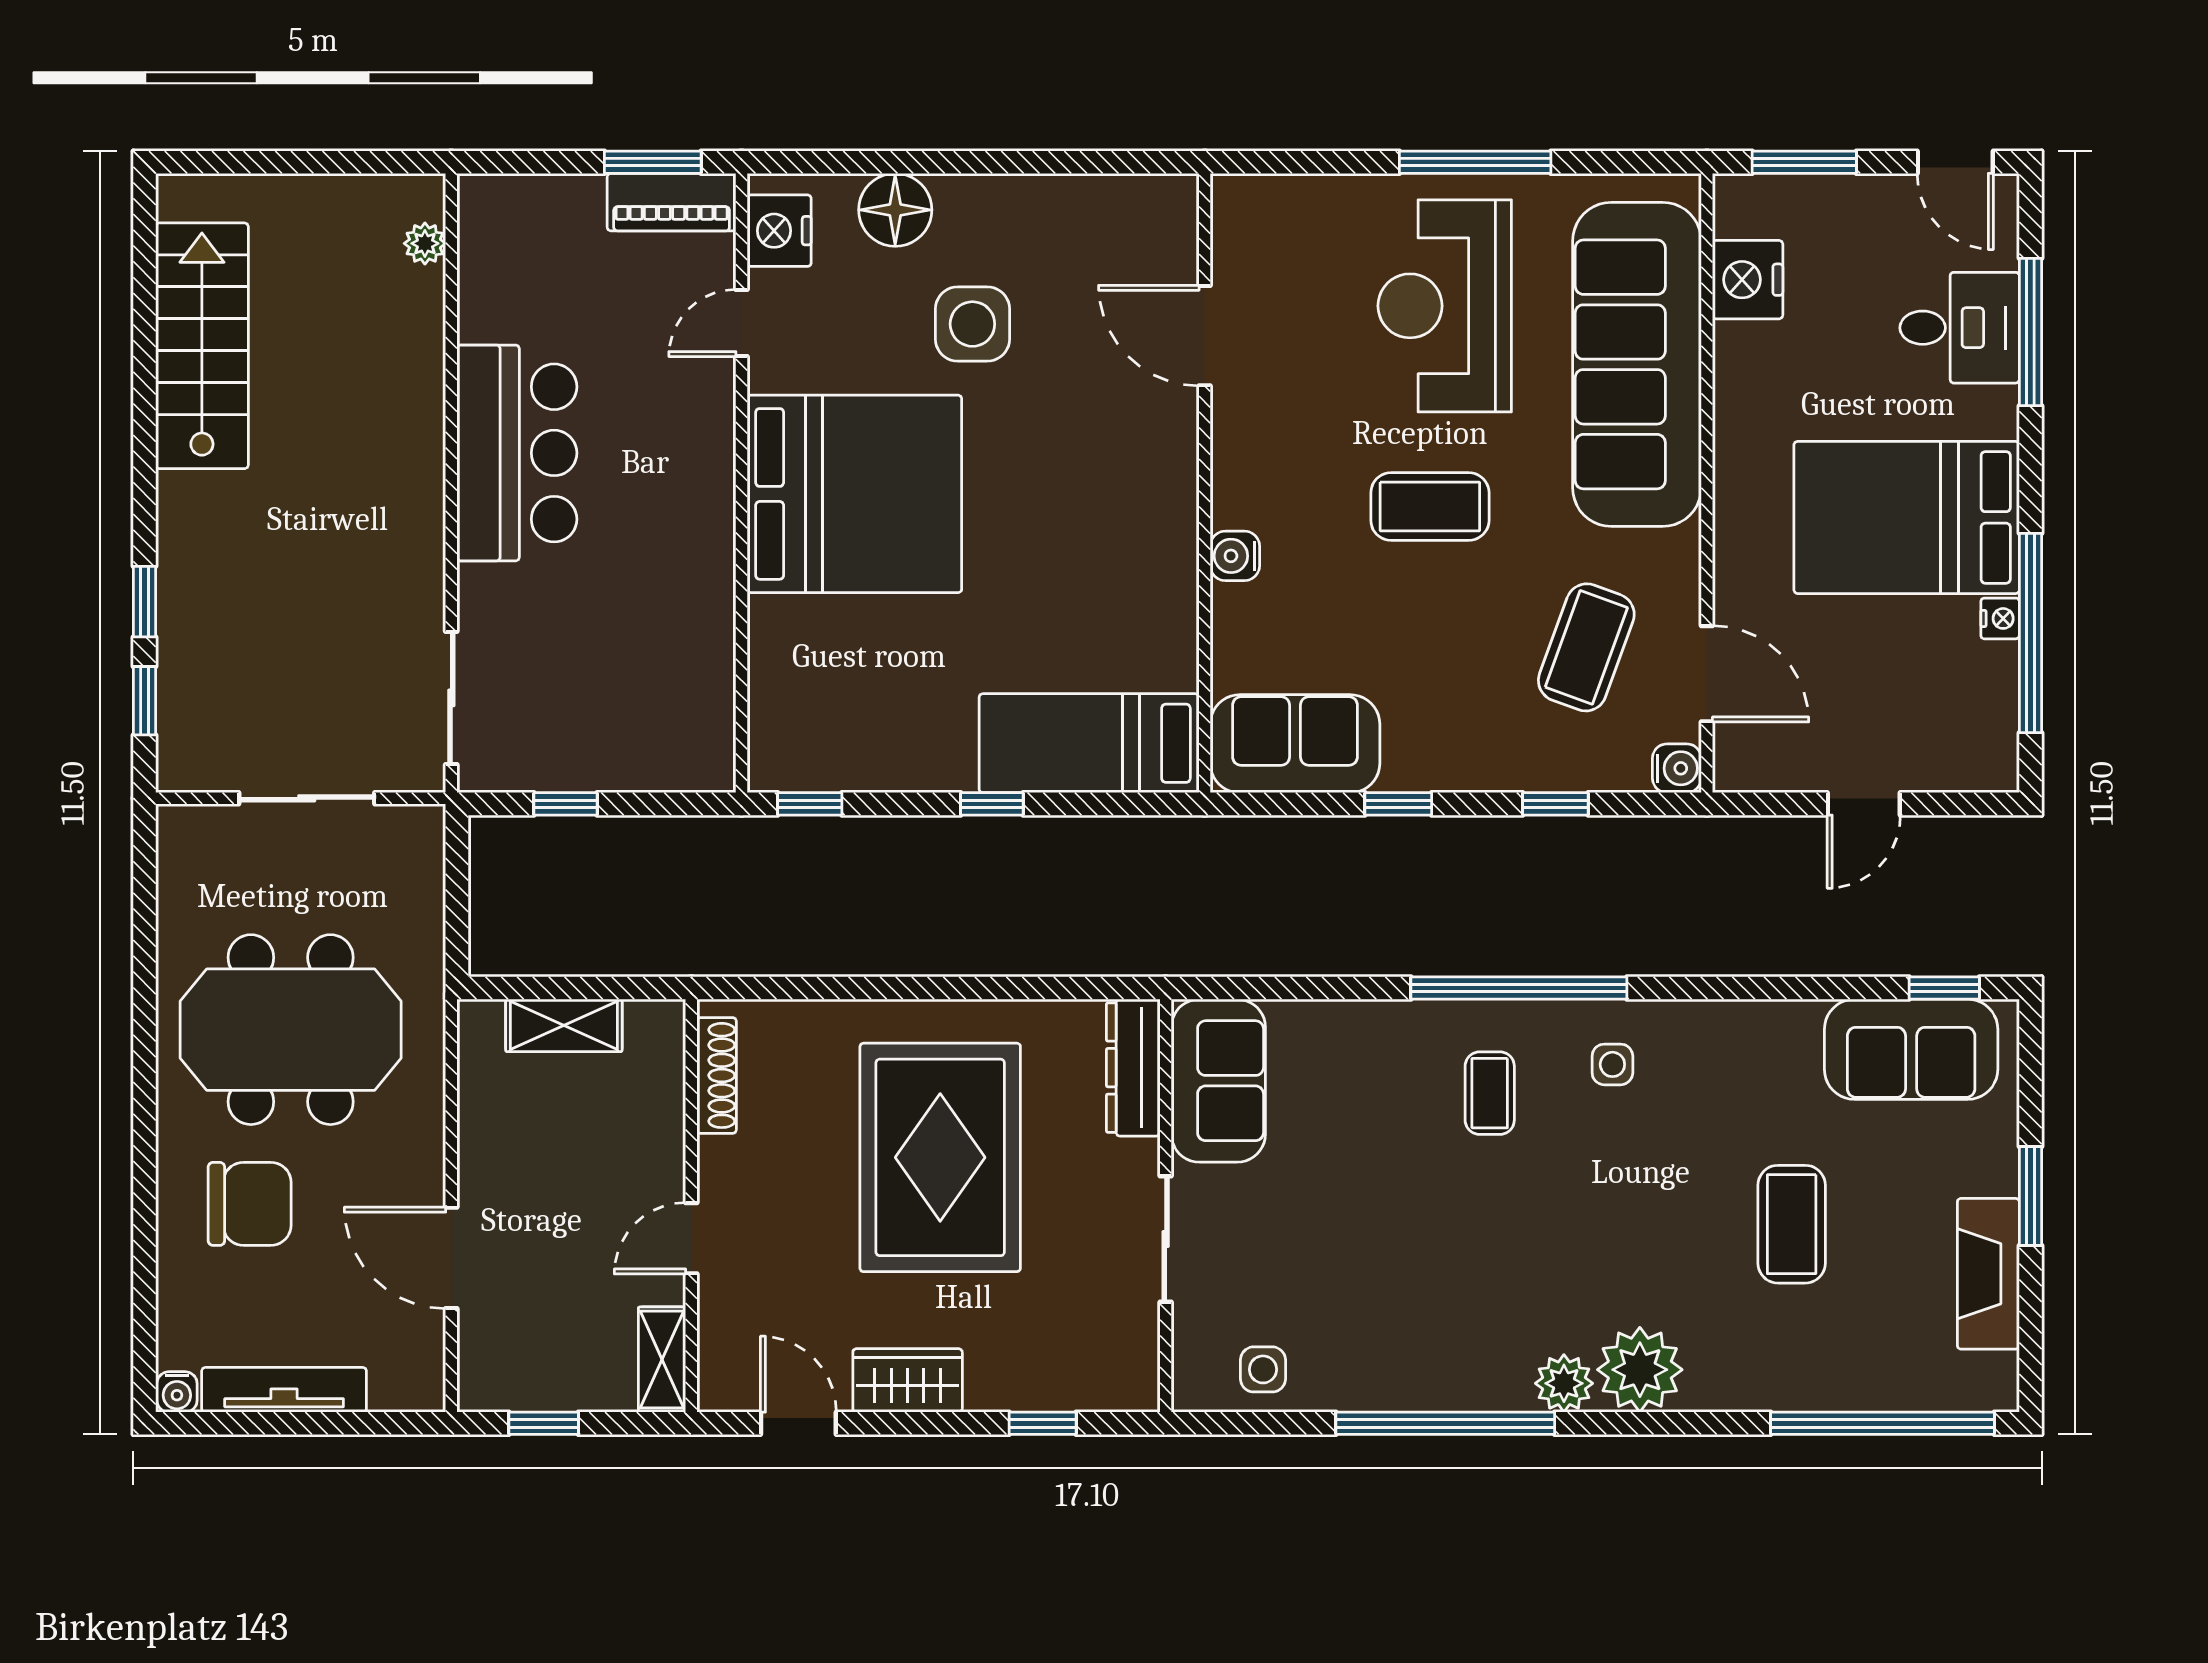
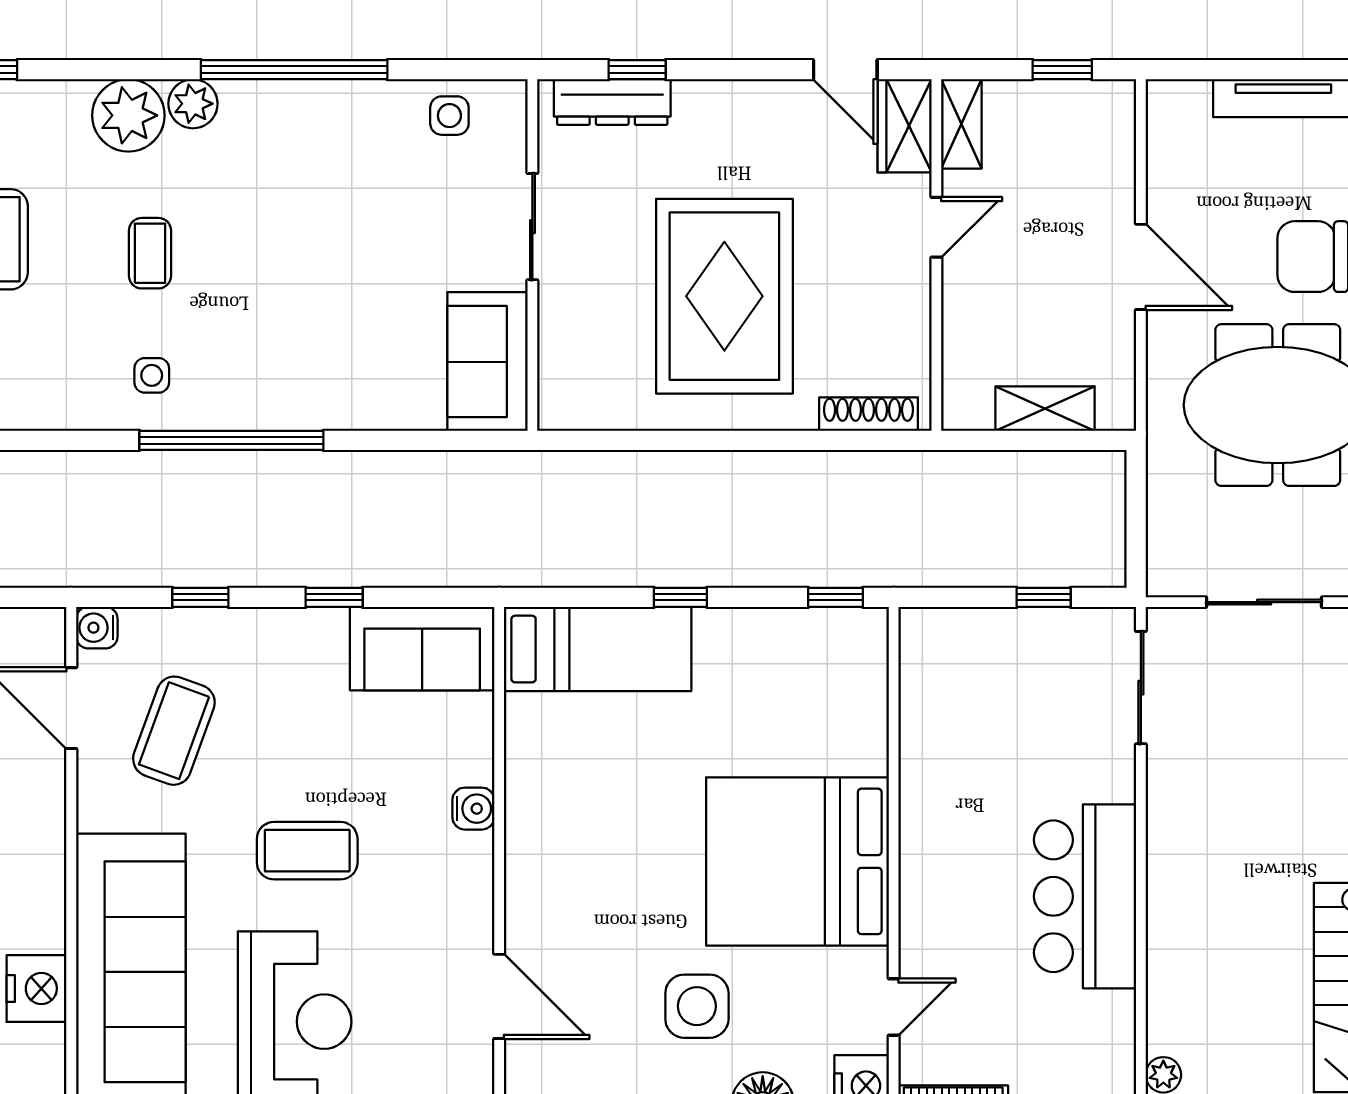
nightstand: (1748, 280) -> (37, 989), moved
dresser: (1133, 1068) -> (612, 102), moved, turned 90
shoe rack: (717, 1075) -> (869, 414), moved, turned 90
coffee table: (1490, 1093) -> (150, 253), moved
door: (451, 1258) -> (1141, 267), moved
wardrobe: (908, 1380) -> (905, 126), moved, turned 90

